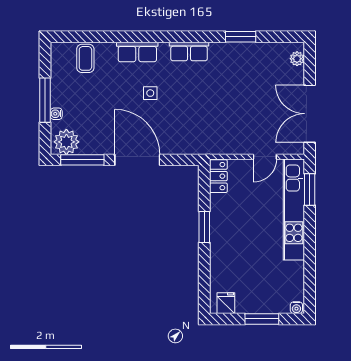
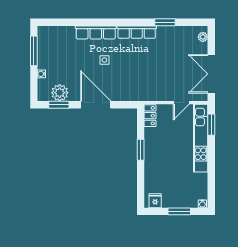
row of seats: (189, 51) -> (137, 32), width x1.48
row of seats: (137, 52) -> (96, 32), width x1.48
coffee table: (85, 58) -> (61, 37), removed
window: (45, 100) -> (34, 51), moved
plant: (66, 142) -> (60, 93), moved
window: (82, 160) -> (59, 105), width x0.69

